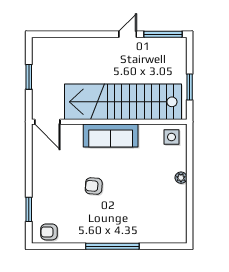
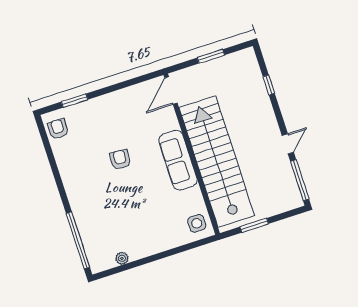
window: (71, 34) -> (269, 85), added
door: (128, 34) -> (288, 144), hinge flipped
plant: (181, 178) -> (122, 258), moved
window: (112, 246) -> (78, 240), moved

